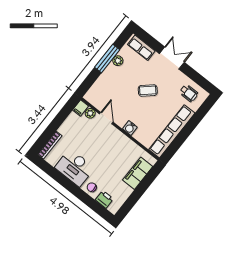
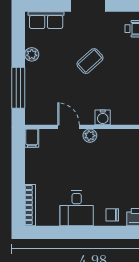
window: (107, 59) -> (18, 88), moved
plant: (90, 113) -> (90, 136), moved
desk: (75, 168) -> (77, 208), width x0.73

